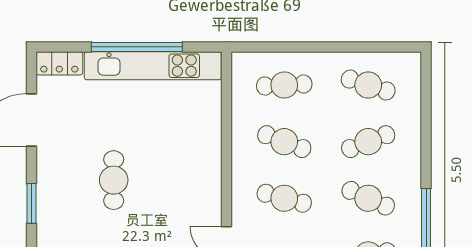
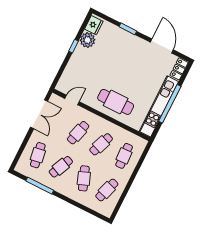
cafe table: (114, 180) -> (116, 102), moved, width x1.37, depth x1.35

